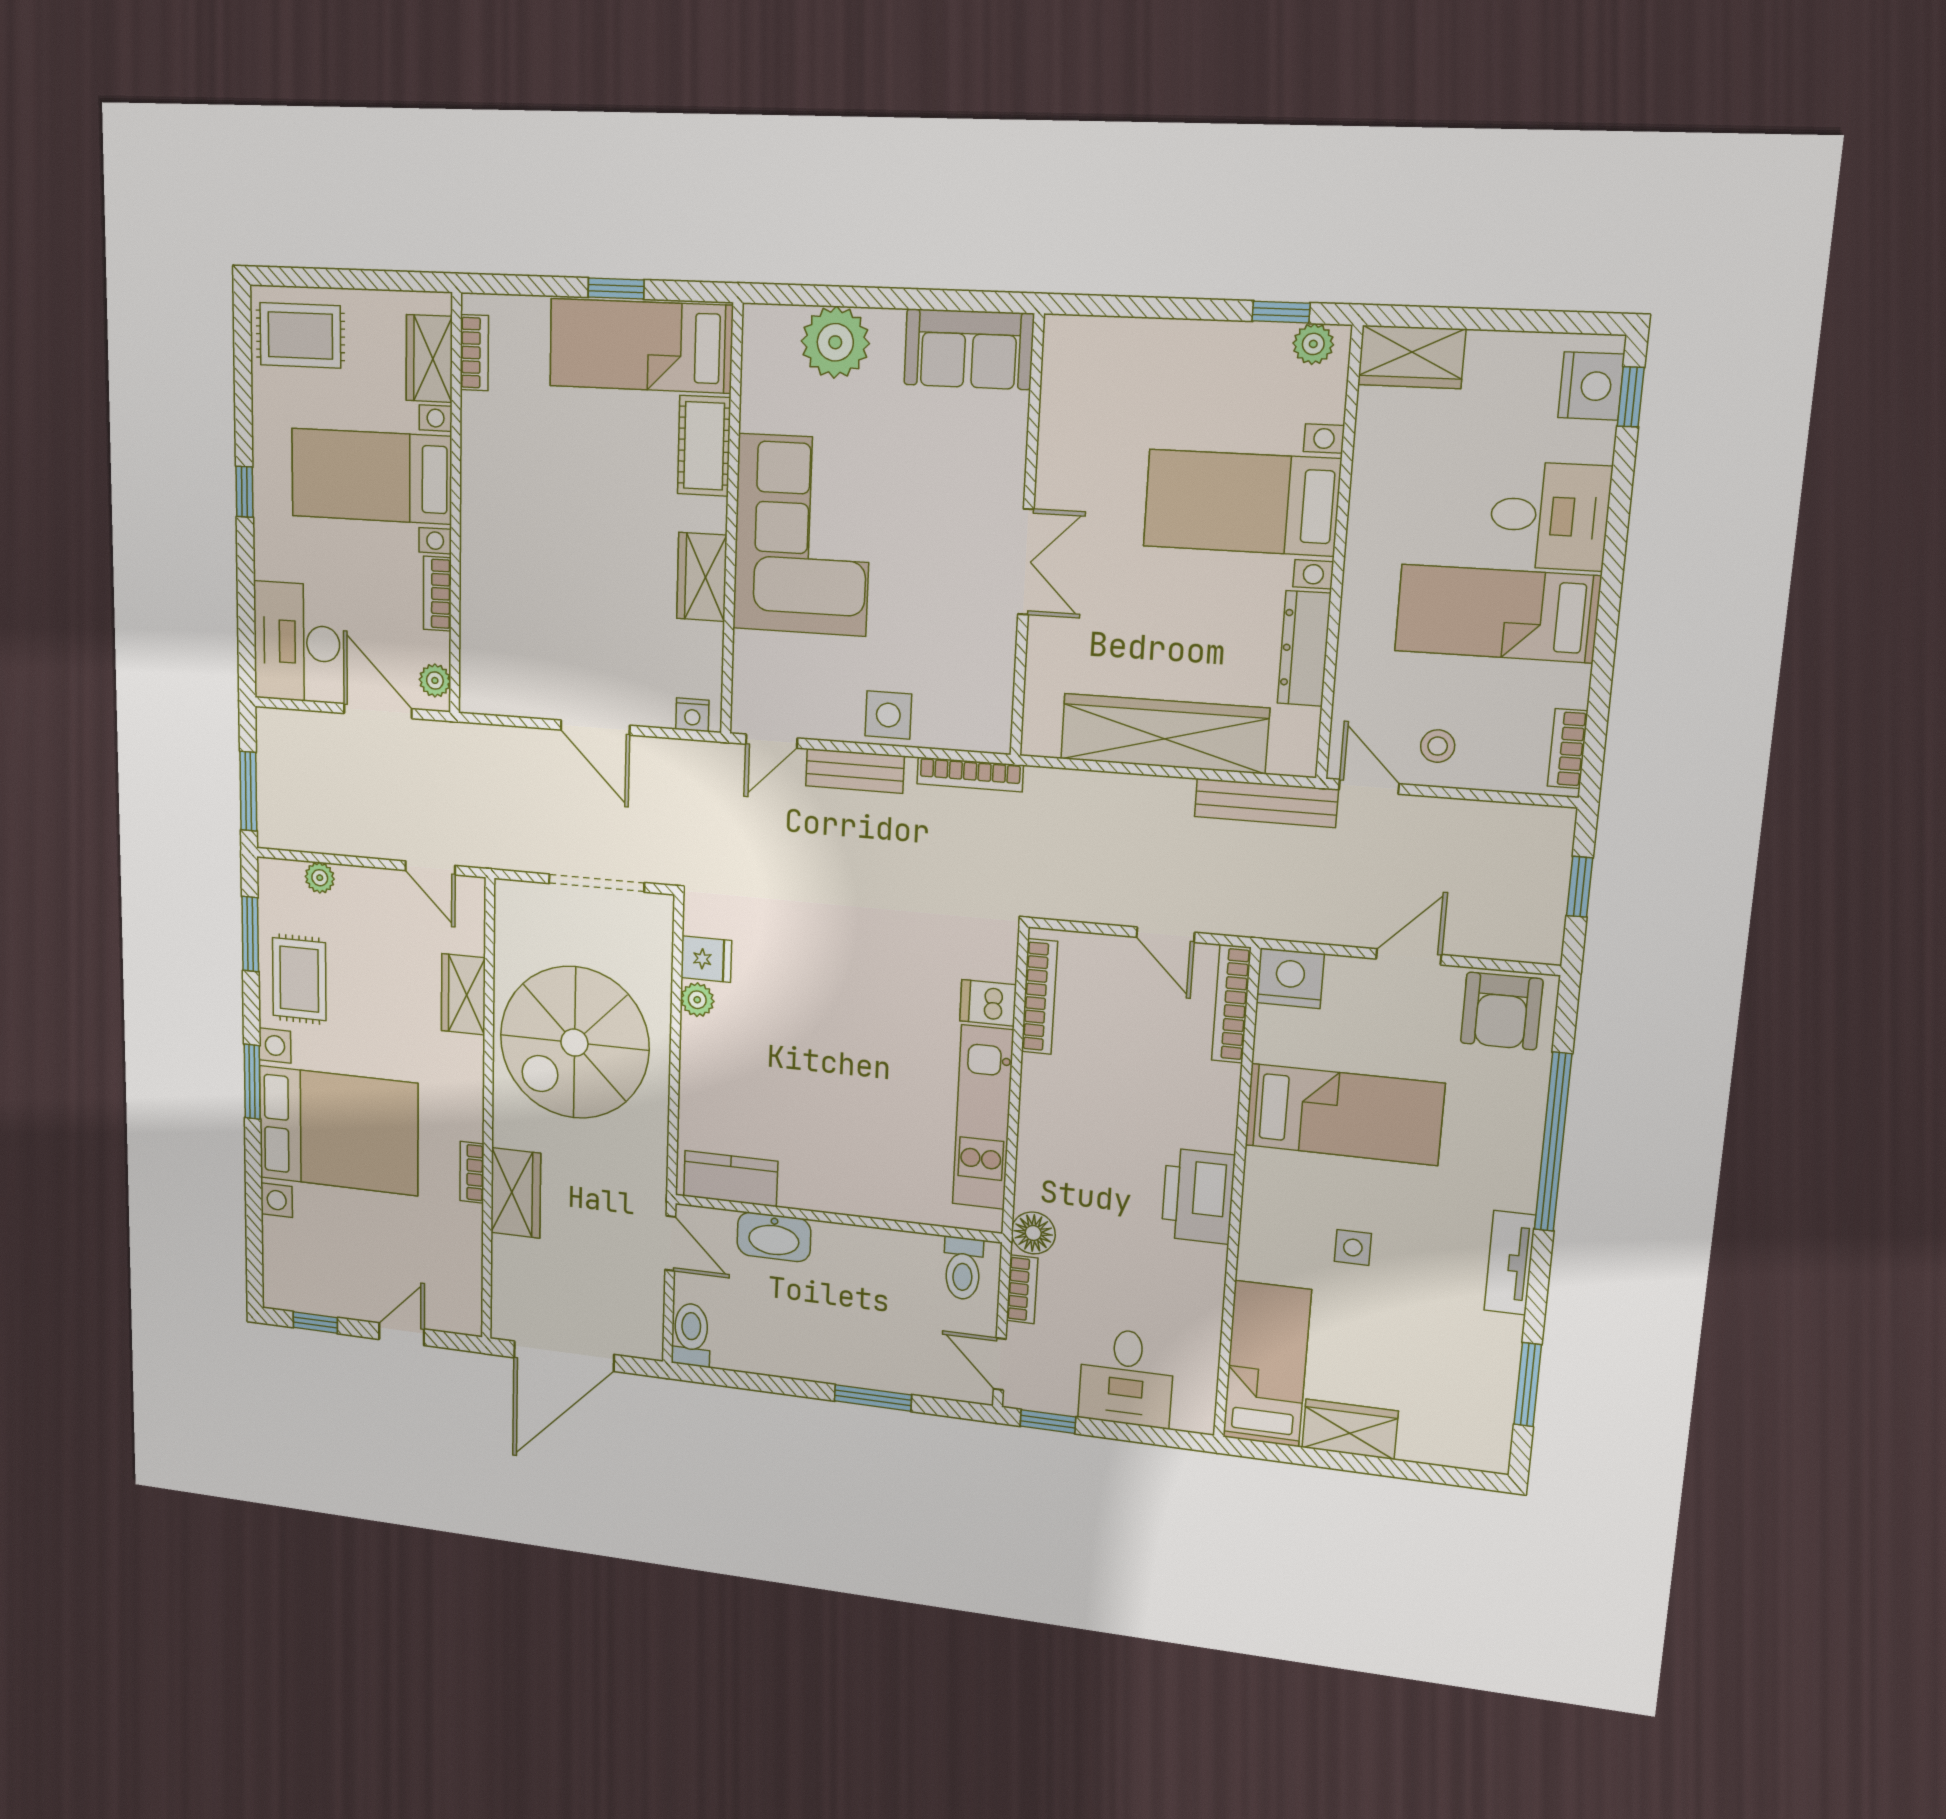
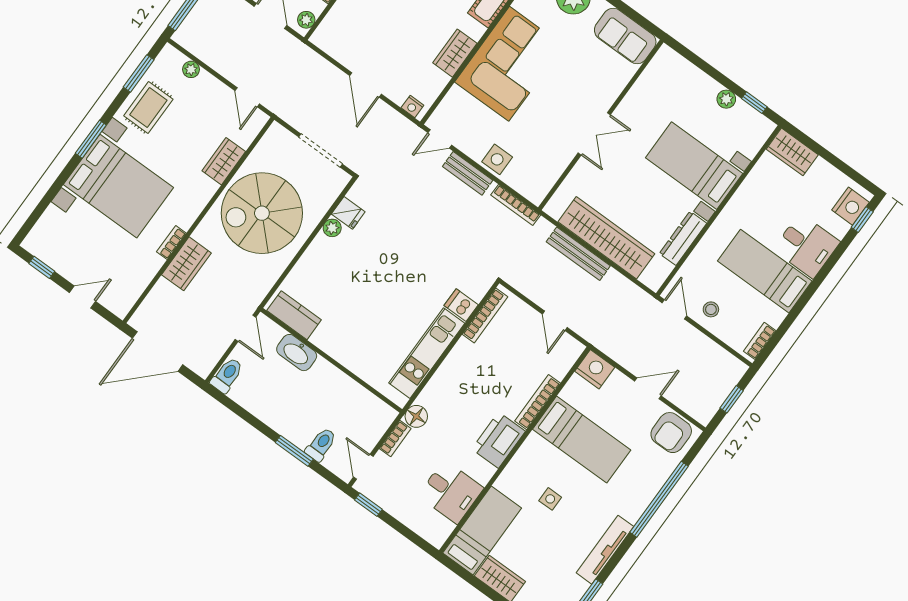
plant: (1313, 344) -> (726, 99), moved
bench: (1266, 803) -> (578, 254), moved
bookcase: (1231, 1004) -> (538, 402), moved
tv unit: (1510, 1263) -> (605, 550), width x1.41
toilet: (963, 1268) -> (321, 445), moved, turned 180
desk: (1126, 1377) -> (451, 492), moved, turned -90

